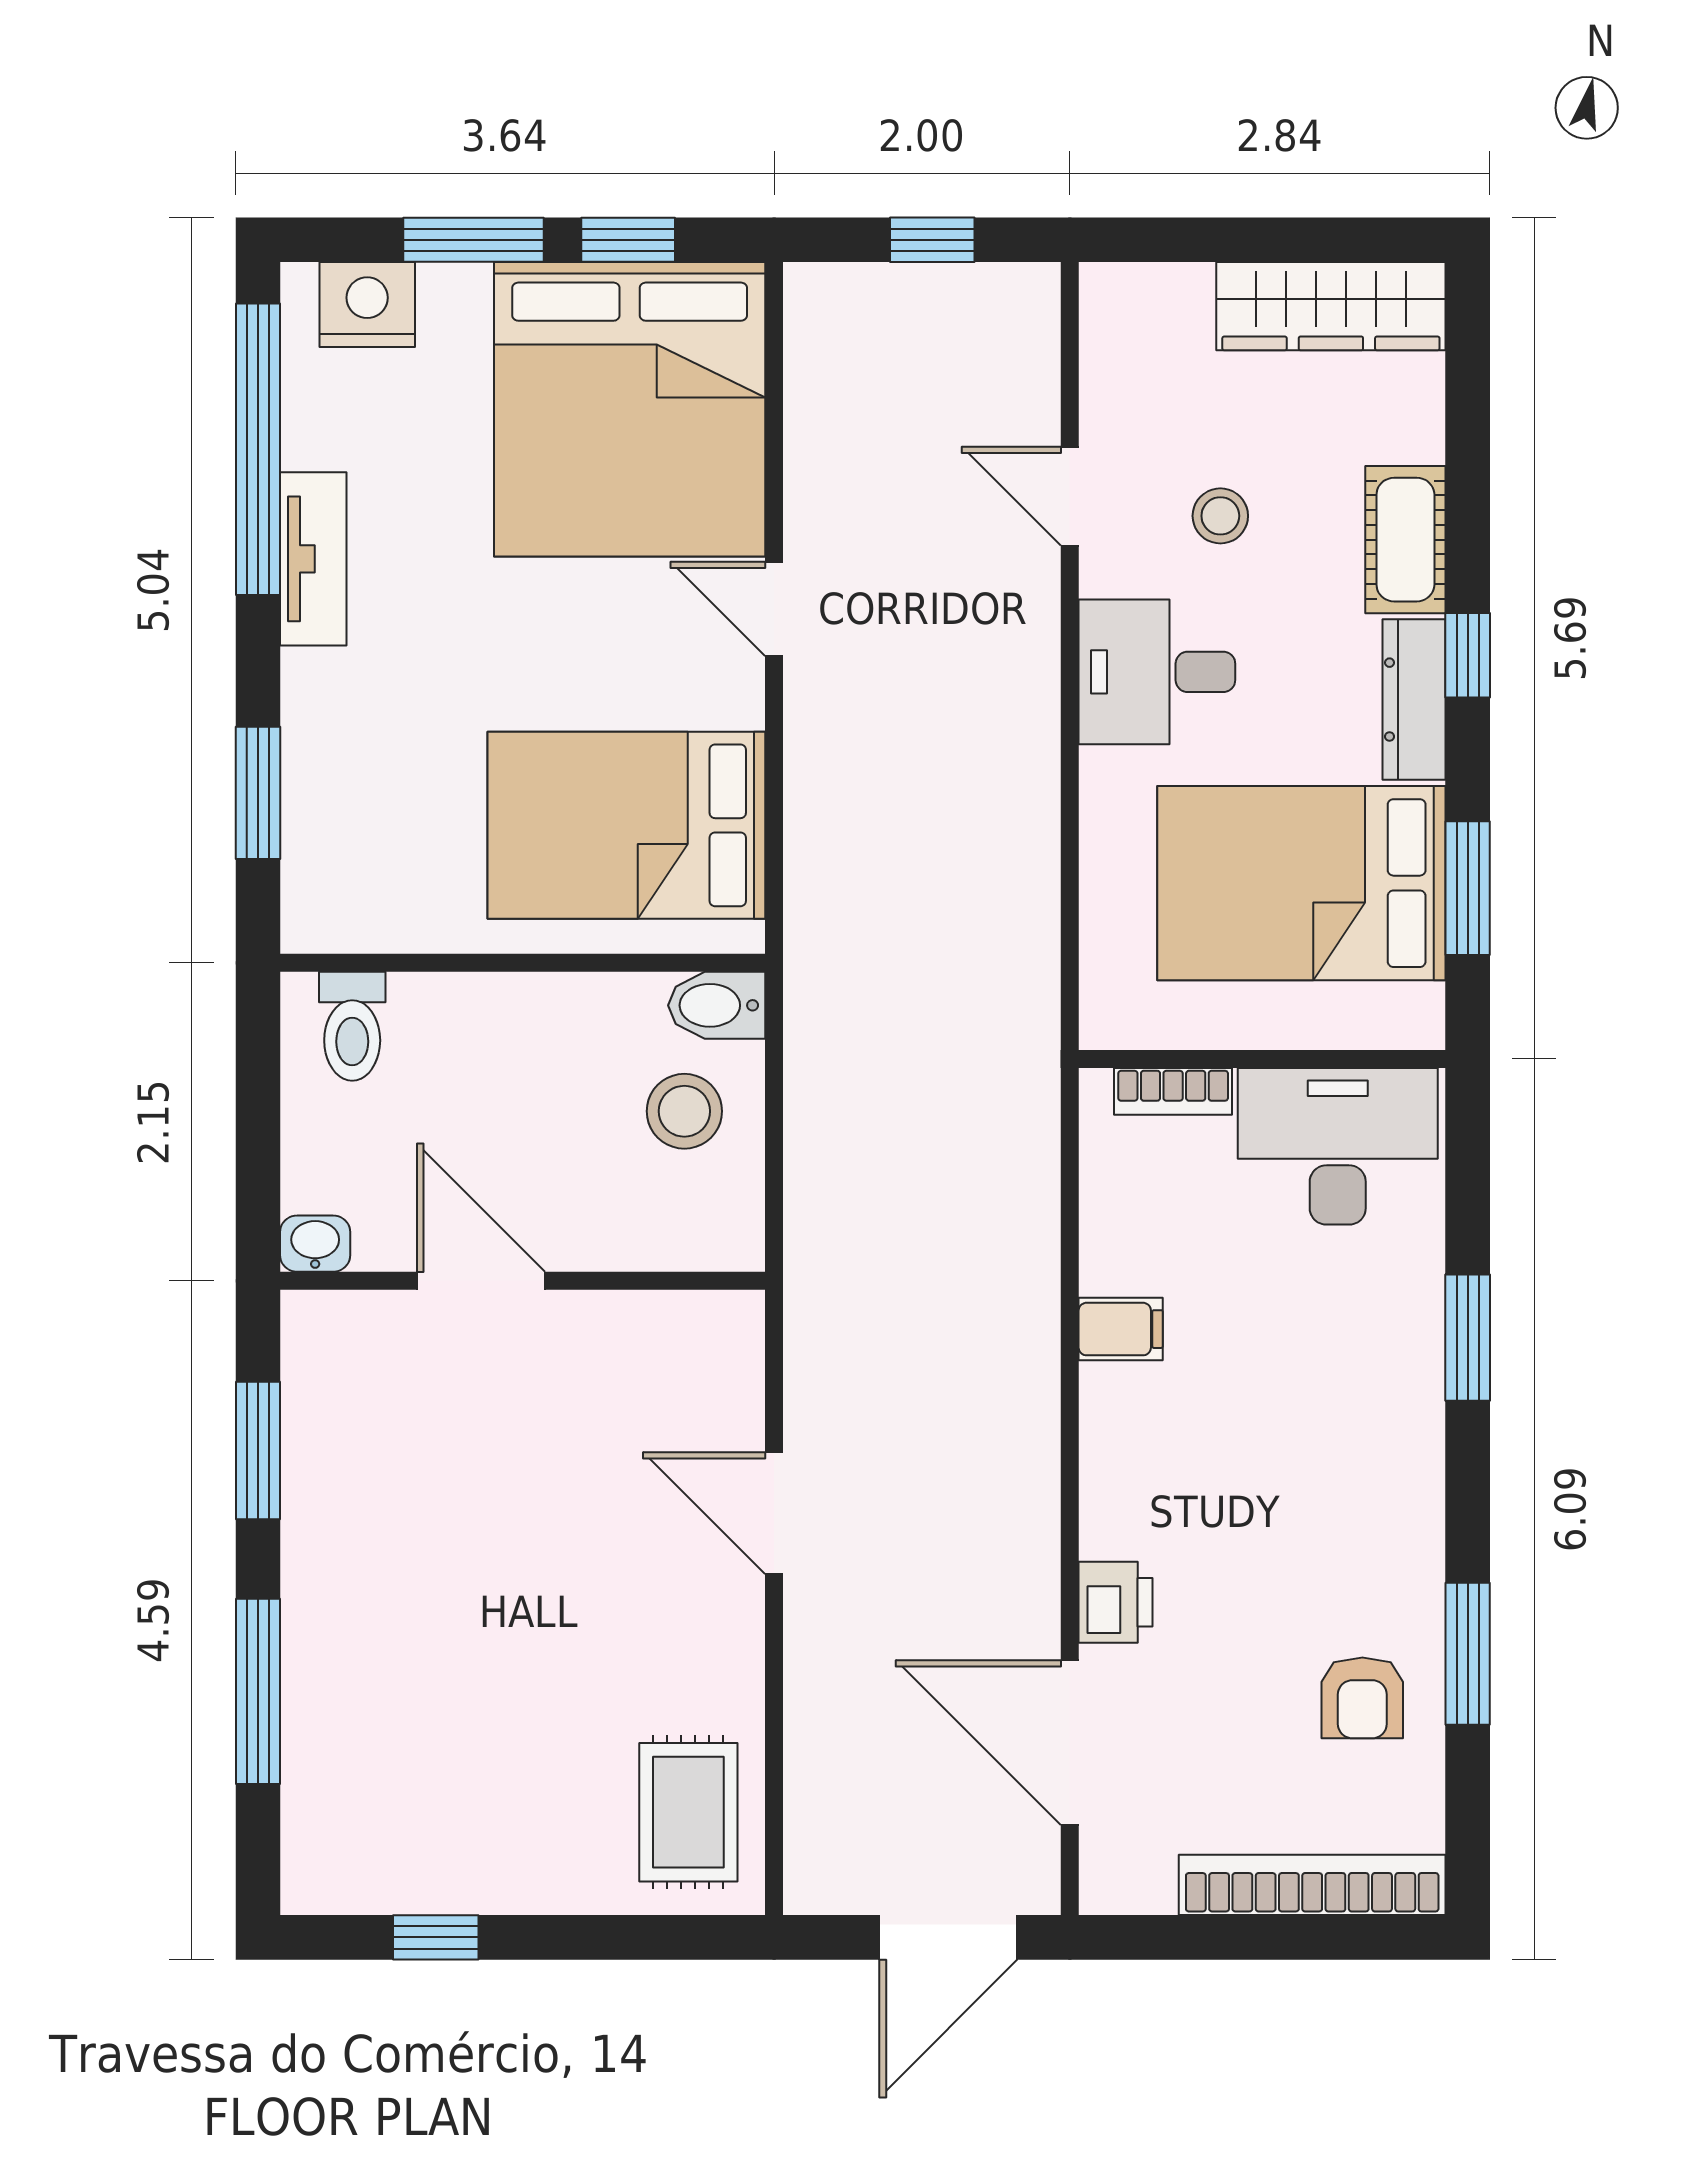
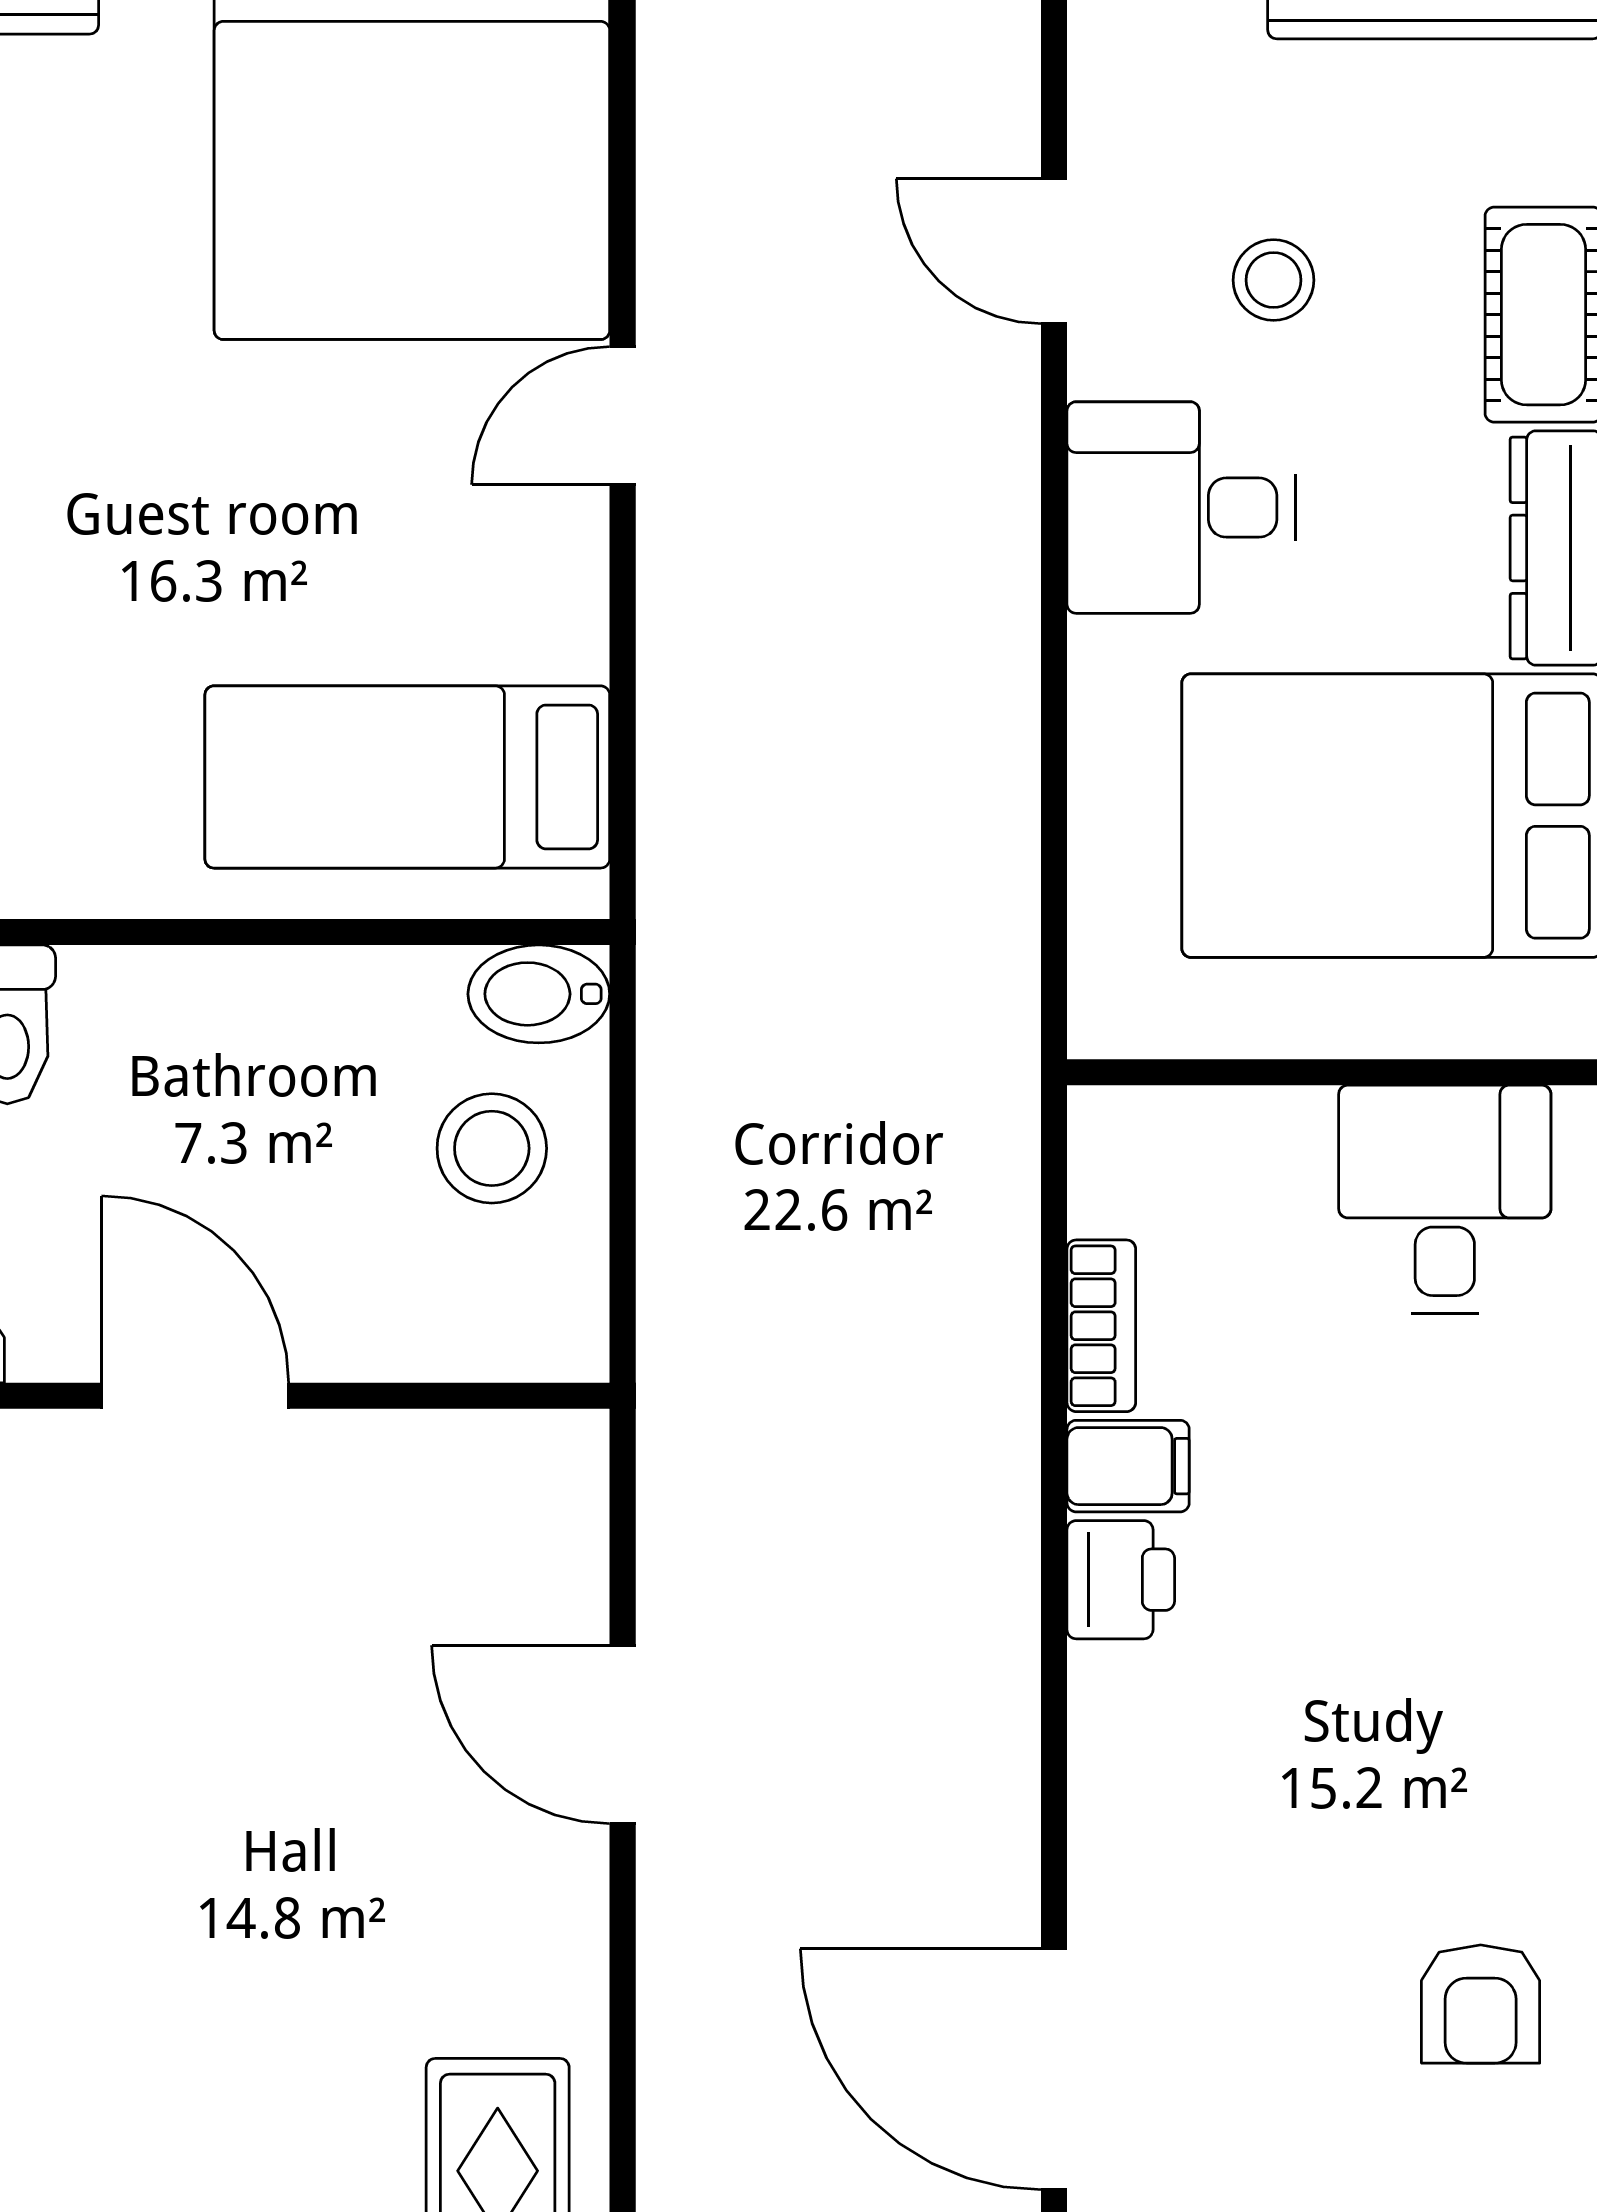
door: (774, 609) -> (623, 416), hinge flipped
bed: (626, 825) -> (407, 777), width x0.67
bookcase: (1173, 1091) -> (1101, 1326), moved, turned -90
desk: (1338, 1146) -> (1445, 1200), width x0.73
printer: (1116, 1602) -> (1121, 1580), moved

